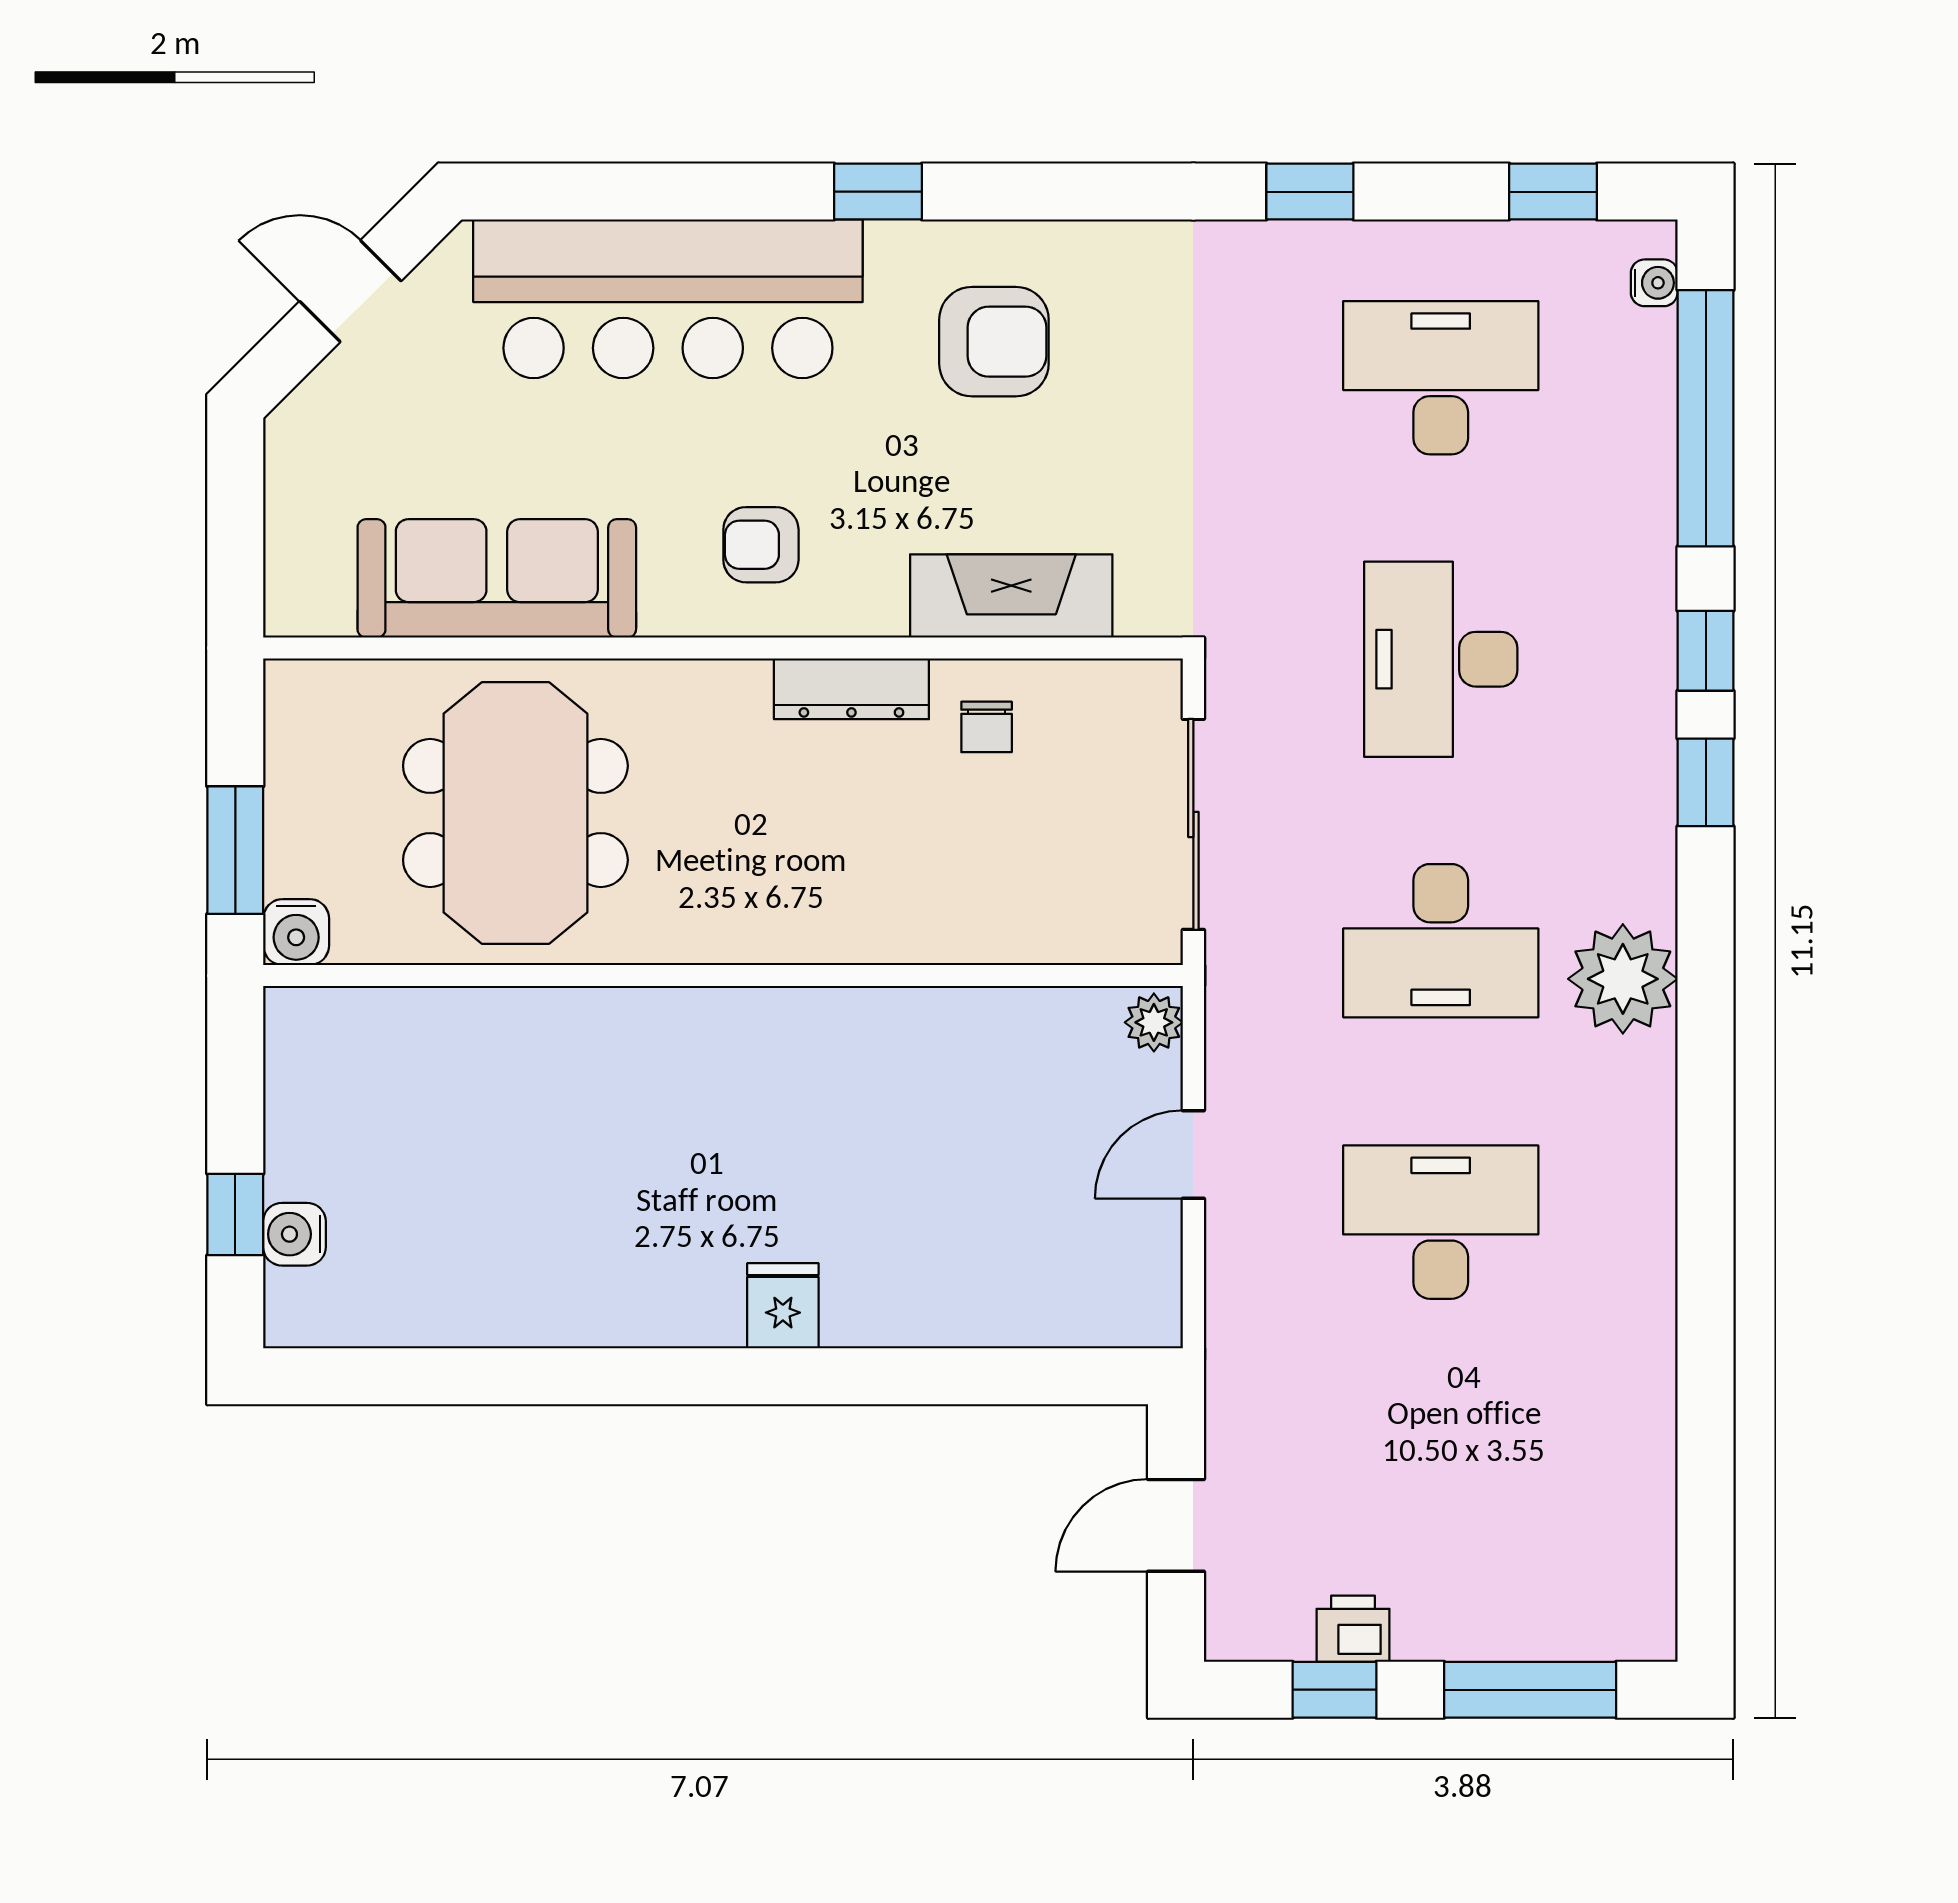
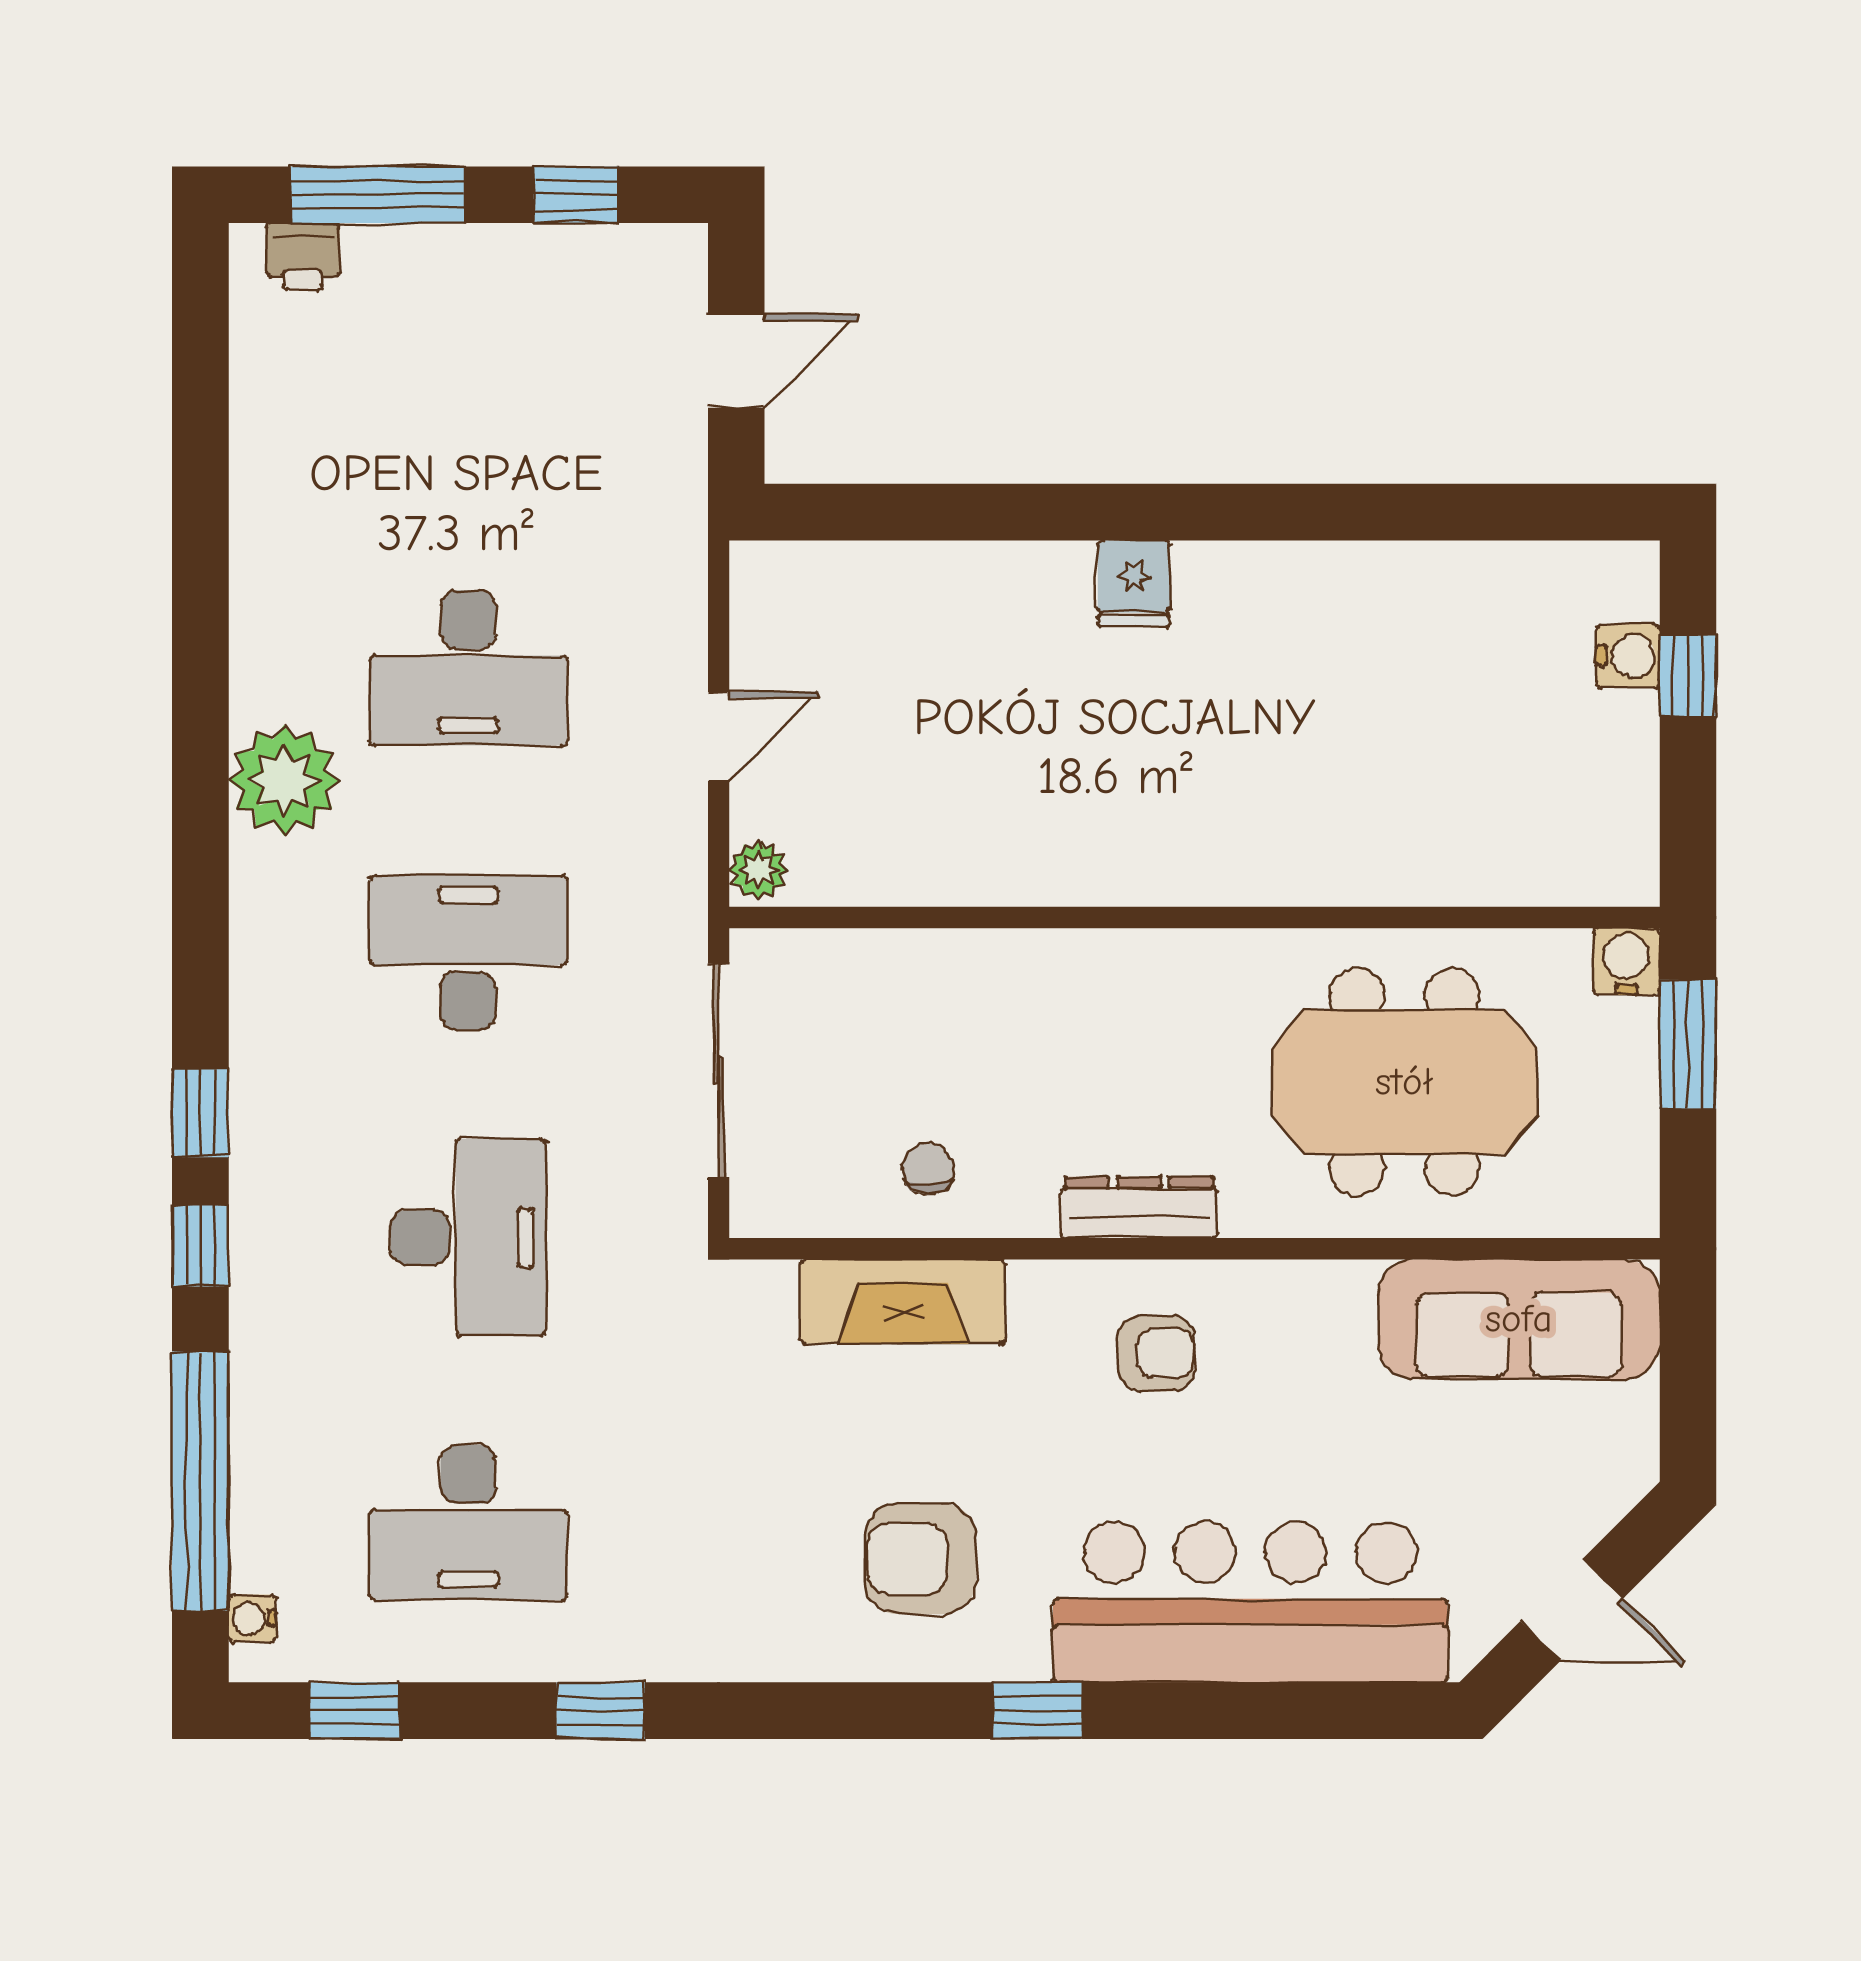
sofa: (497, 578) -> (1519, 1319), moved
dresser: (851, 689) -> (1139, 1208), moved
meeting table: (515, 813) -> (1404, 1082), turned 90
plant: (1623, 979) -> (284, 780), moved
printer: (1353, 1629) -> (303, 257), moved

